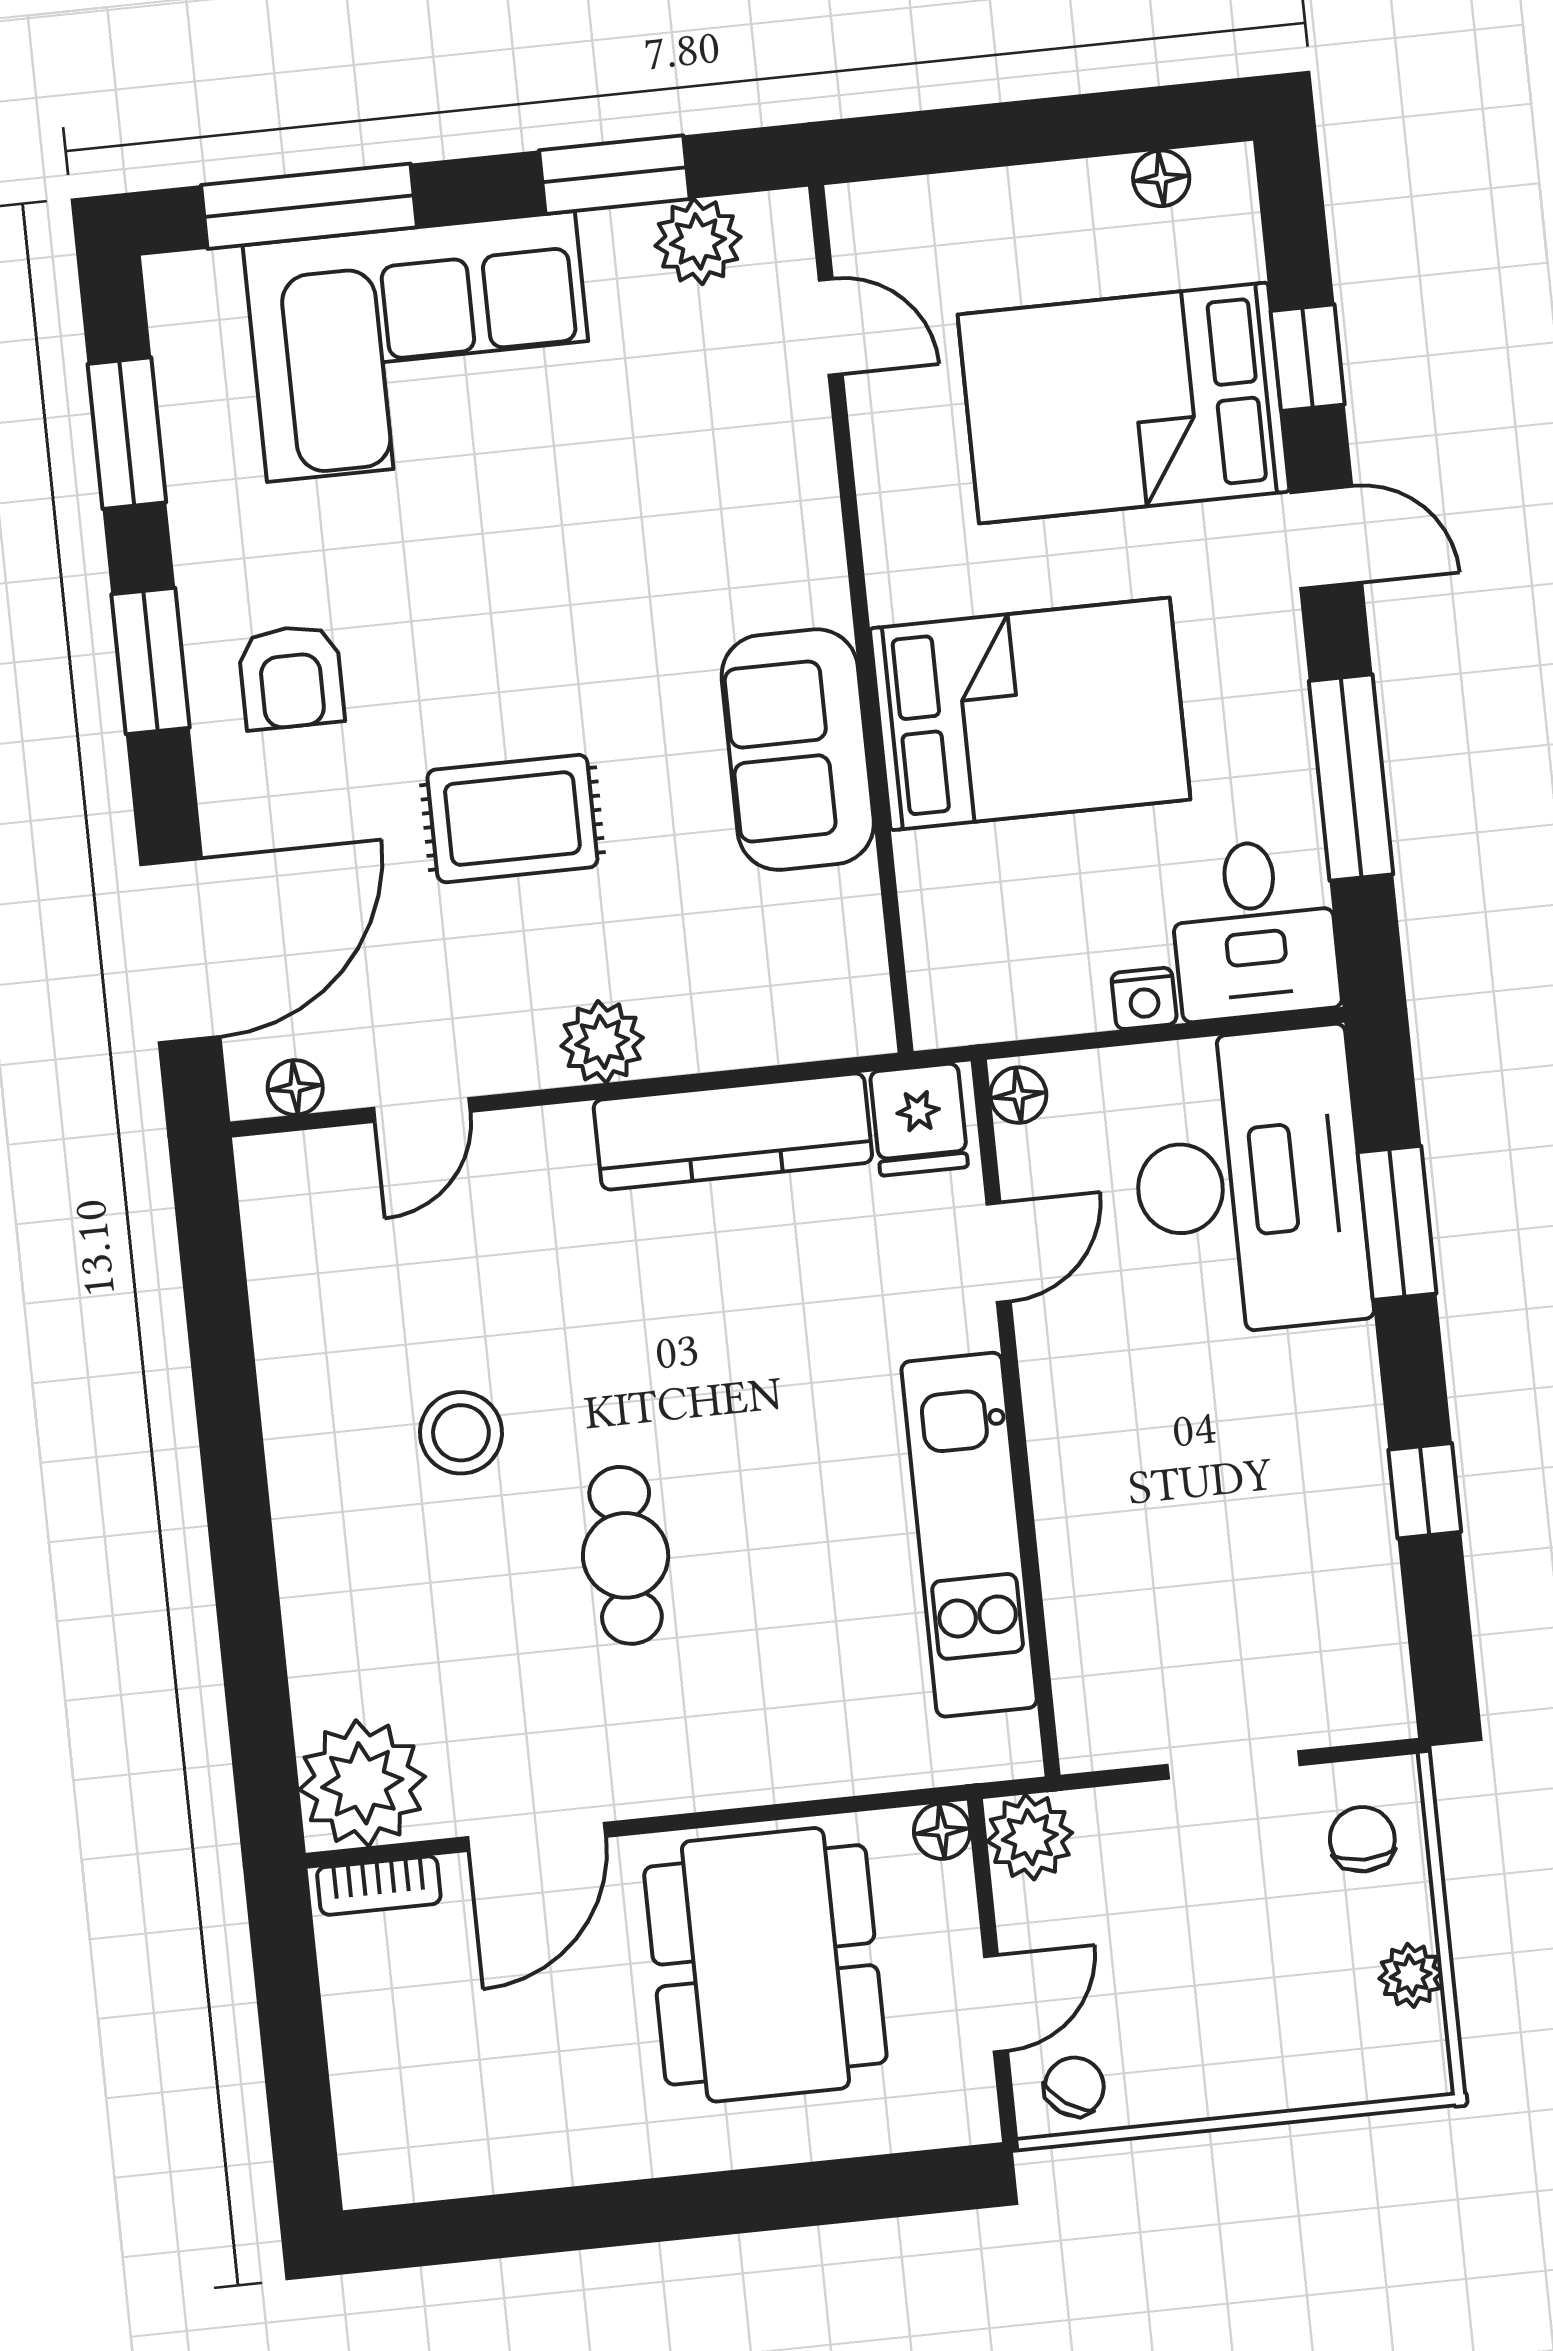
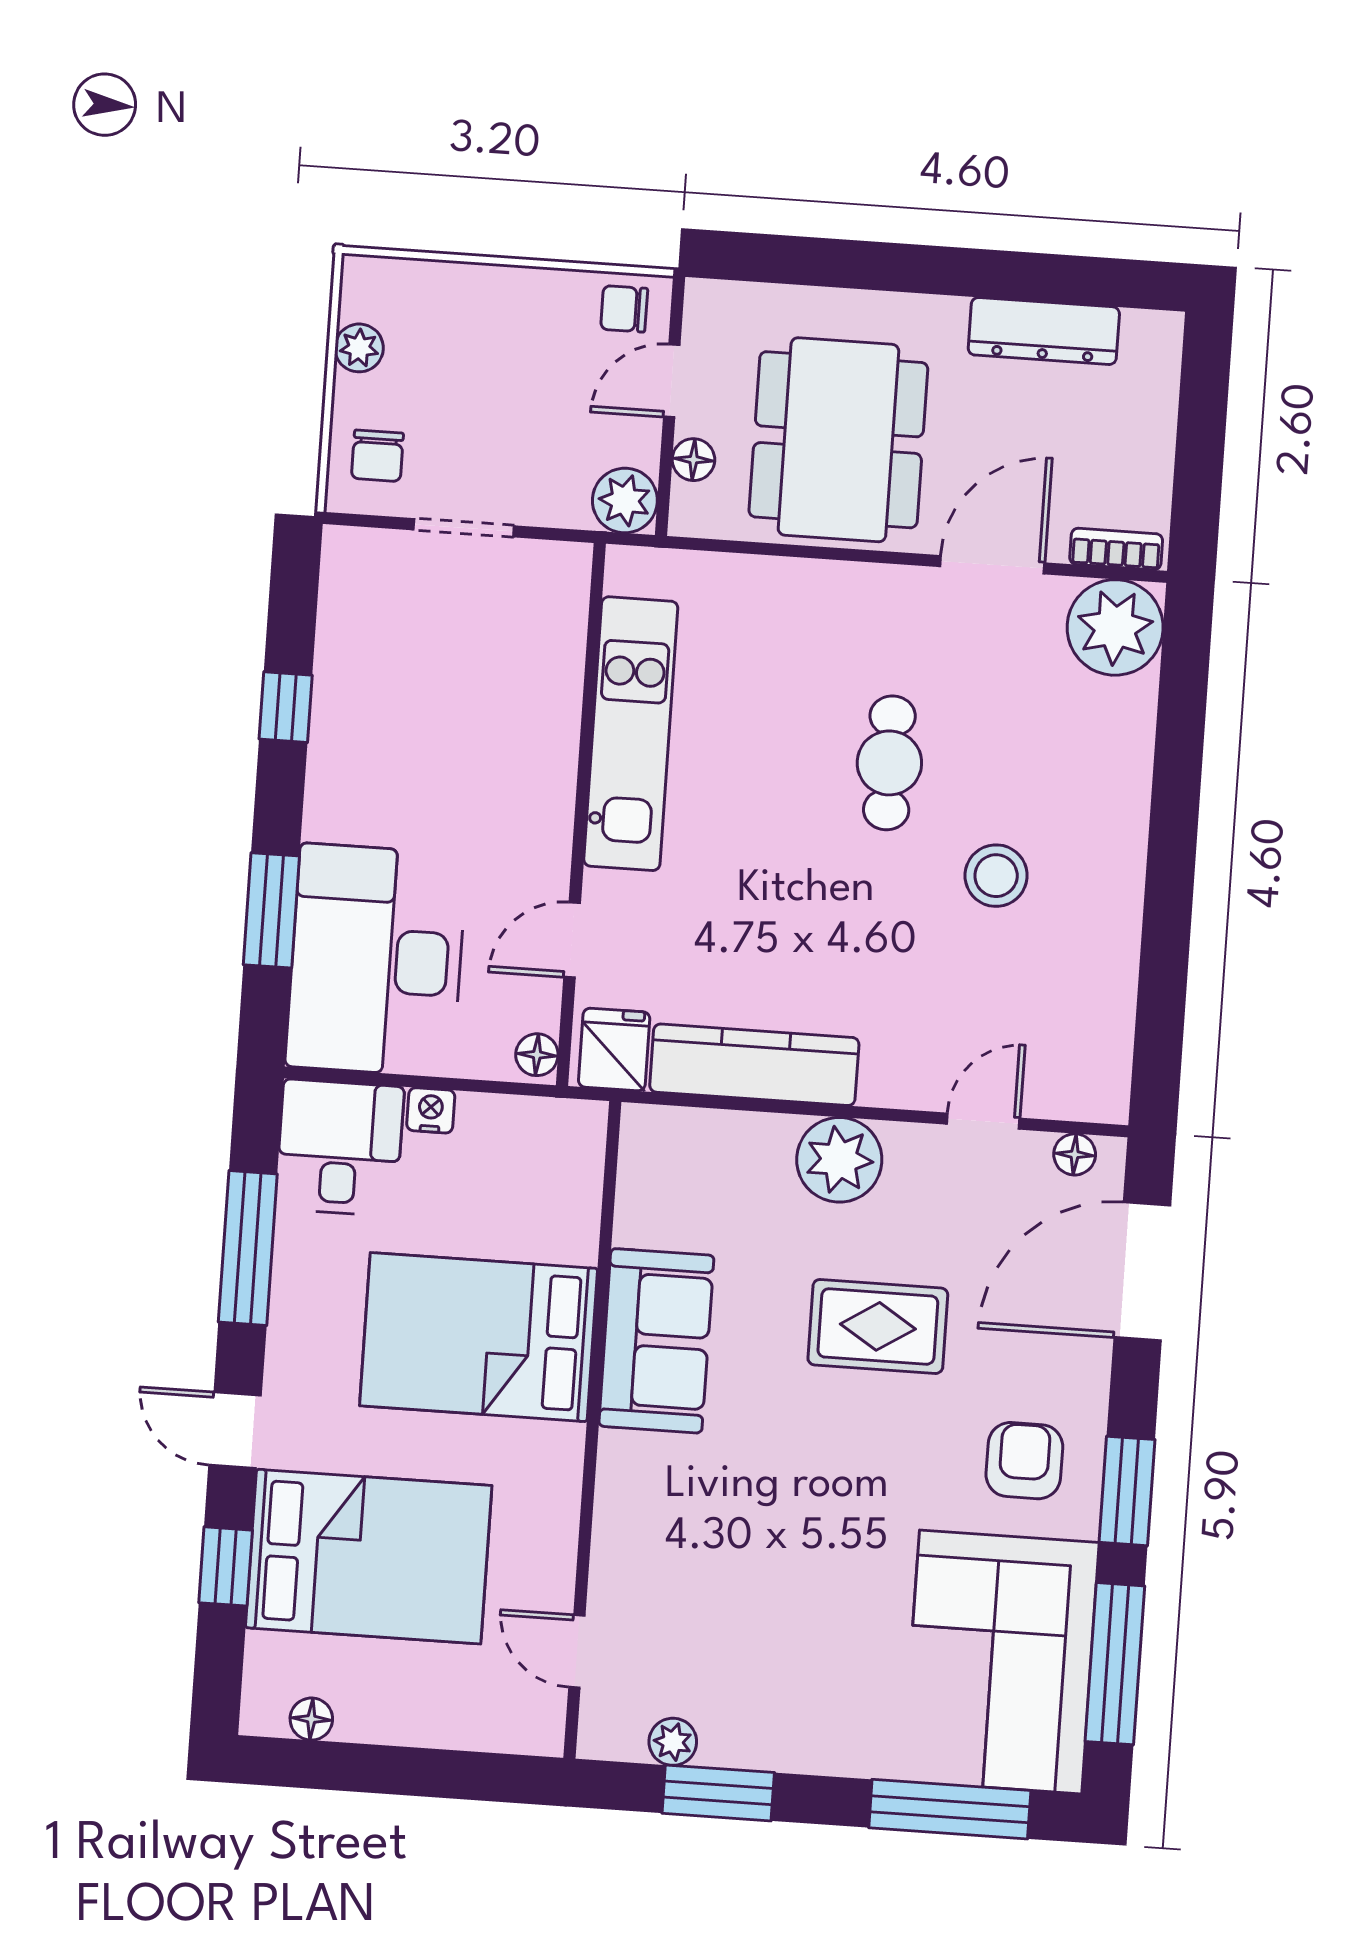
plant: (698, 241) -> (673, 1742), width x0.73, depth x0.73
corner sofa: (421, 346) -> (1001, 1662), moved, turned -90
window: (127, 433) -> (1115, 1664), width x1.44
plant: (602, 1042) -> (839, 1160), width x1.36, depth x1.36
floor lamp: (942, 1831) -> (693, 460), moved
chair: (1074, 2087) -> (624, 309), turned 55
dresser: (523, 2153) -> (1044, 331), added

